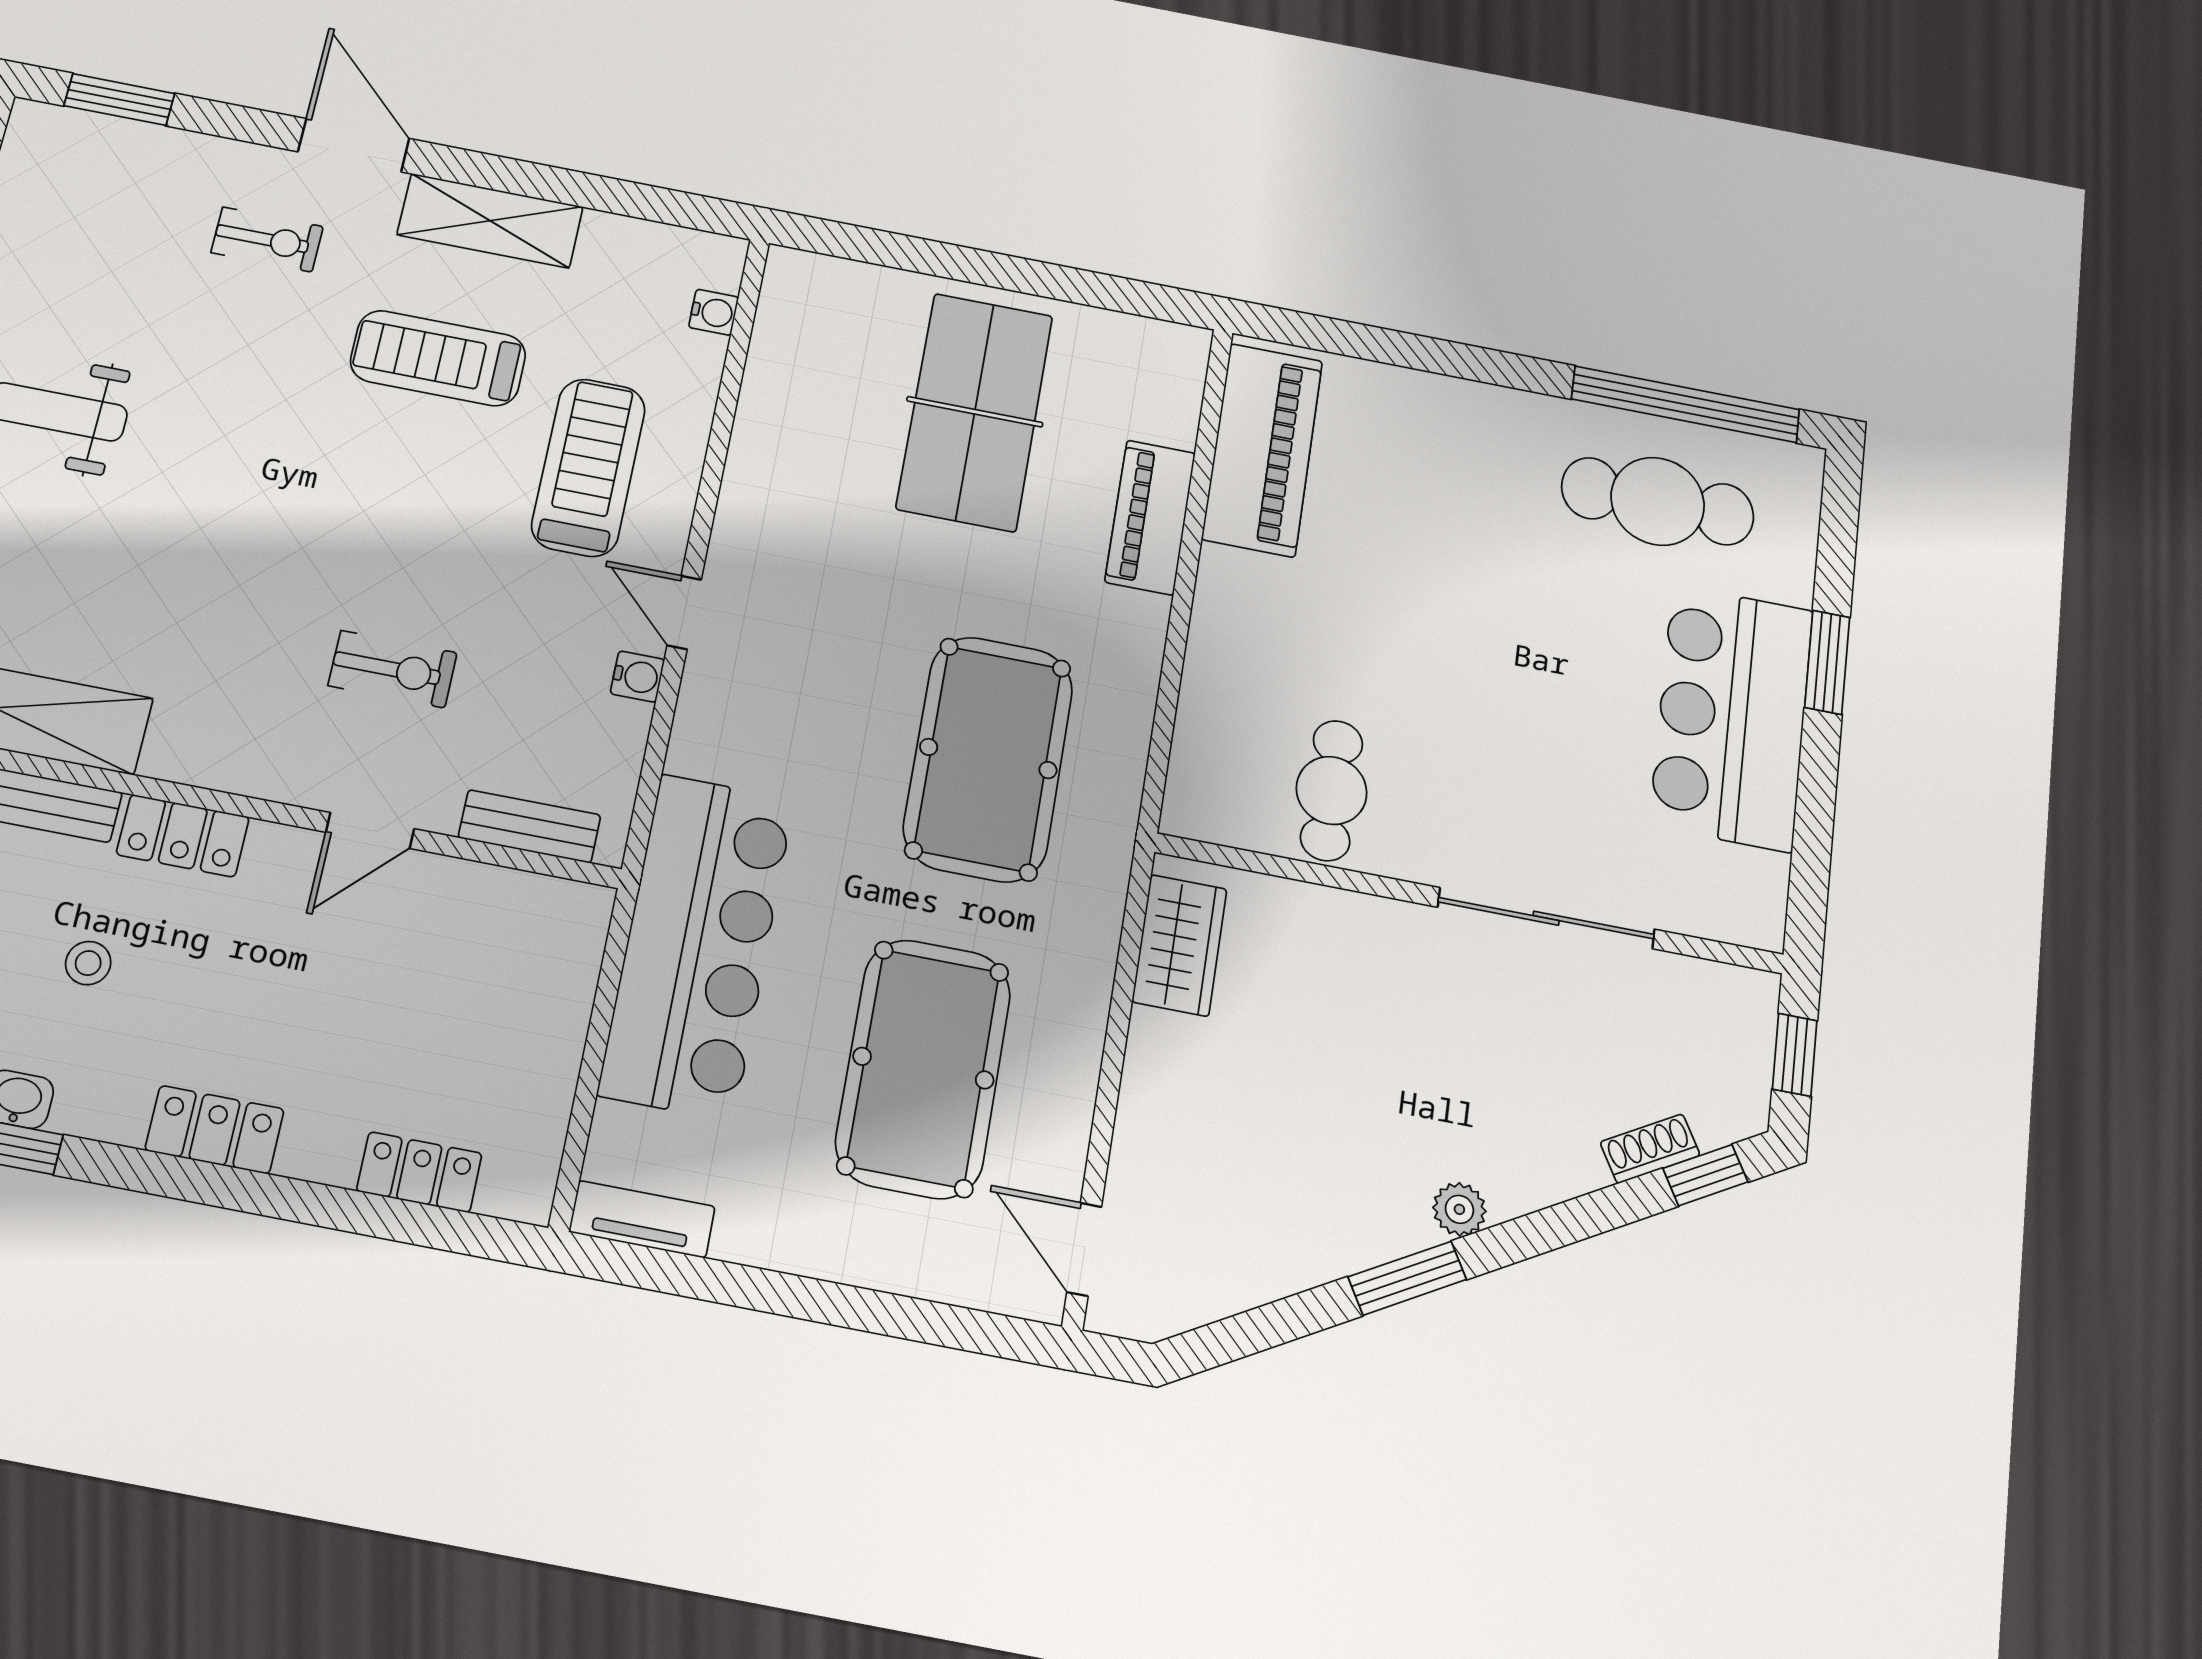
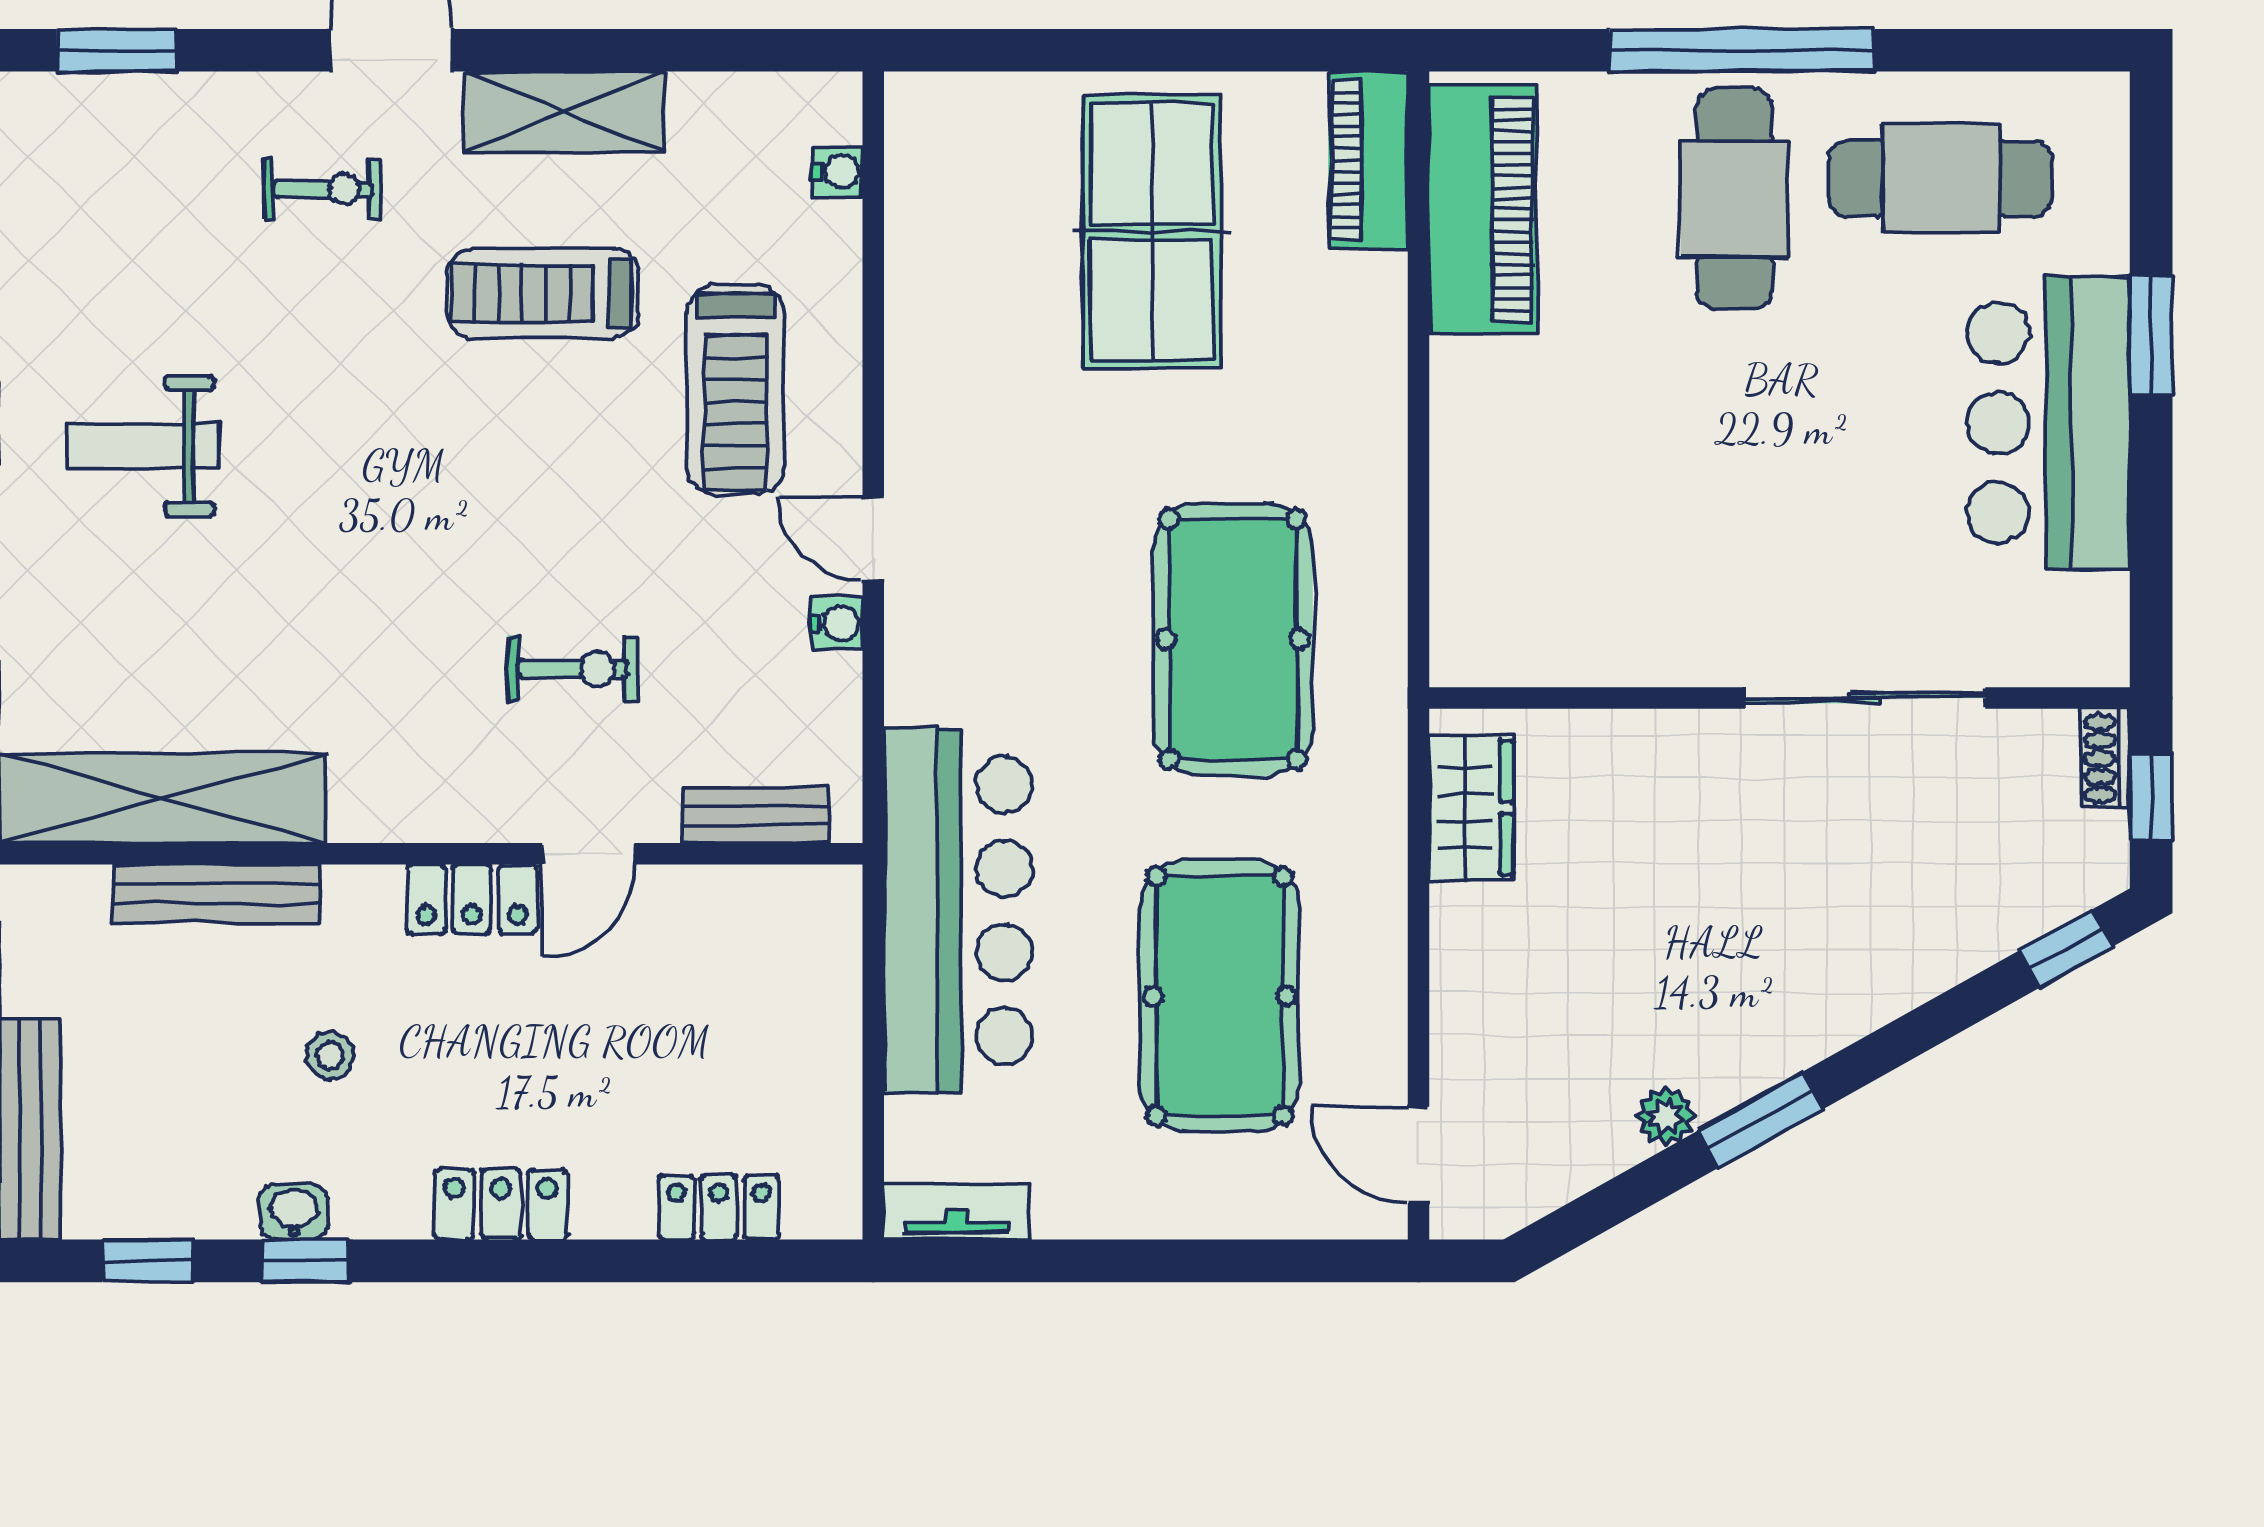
window: (1686, 404) -> (1742, 50), moved
treadmill: (588, 467) -> (736, 390), turned 180
piano: (1150, 517) -> (1368, 160), moved
cafe table: (1332, 790) -> (1734, 199), moved, width x1.37, depth x1.35
locker: (183, 836) -> (472, 899), moved
shoe rack: (1650, 1149) -> (2106, 758), moved, turned -61
plant: (1459, 1209) -> (1666, 1116), moved

